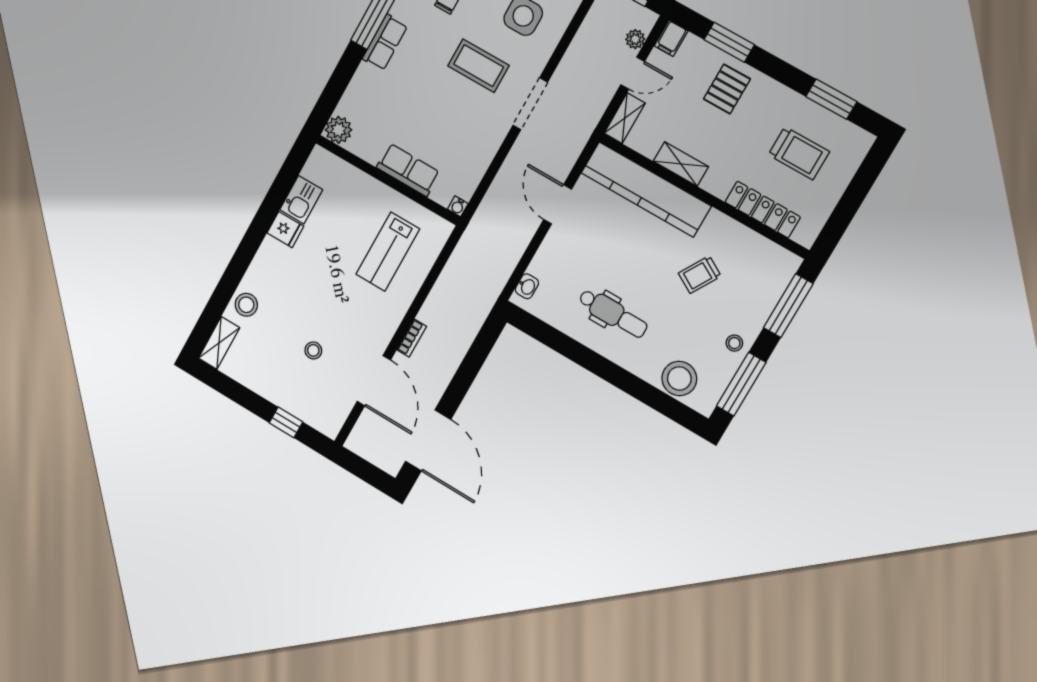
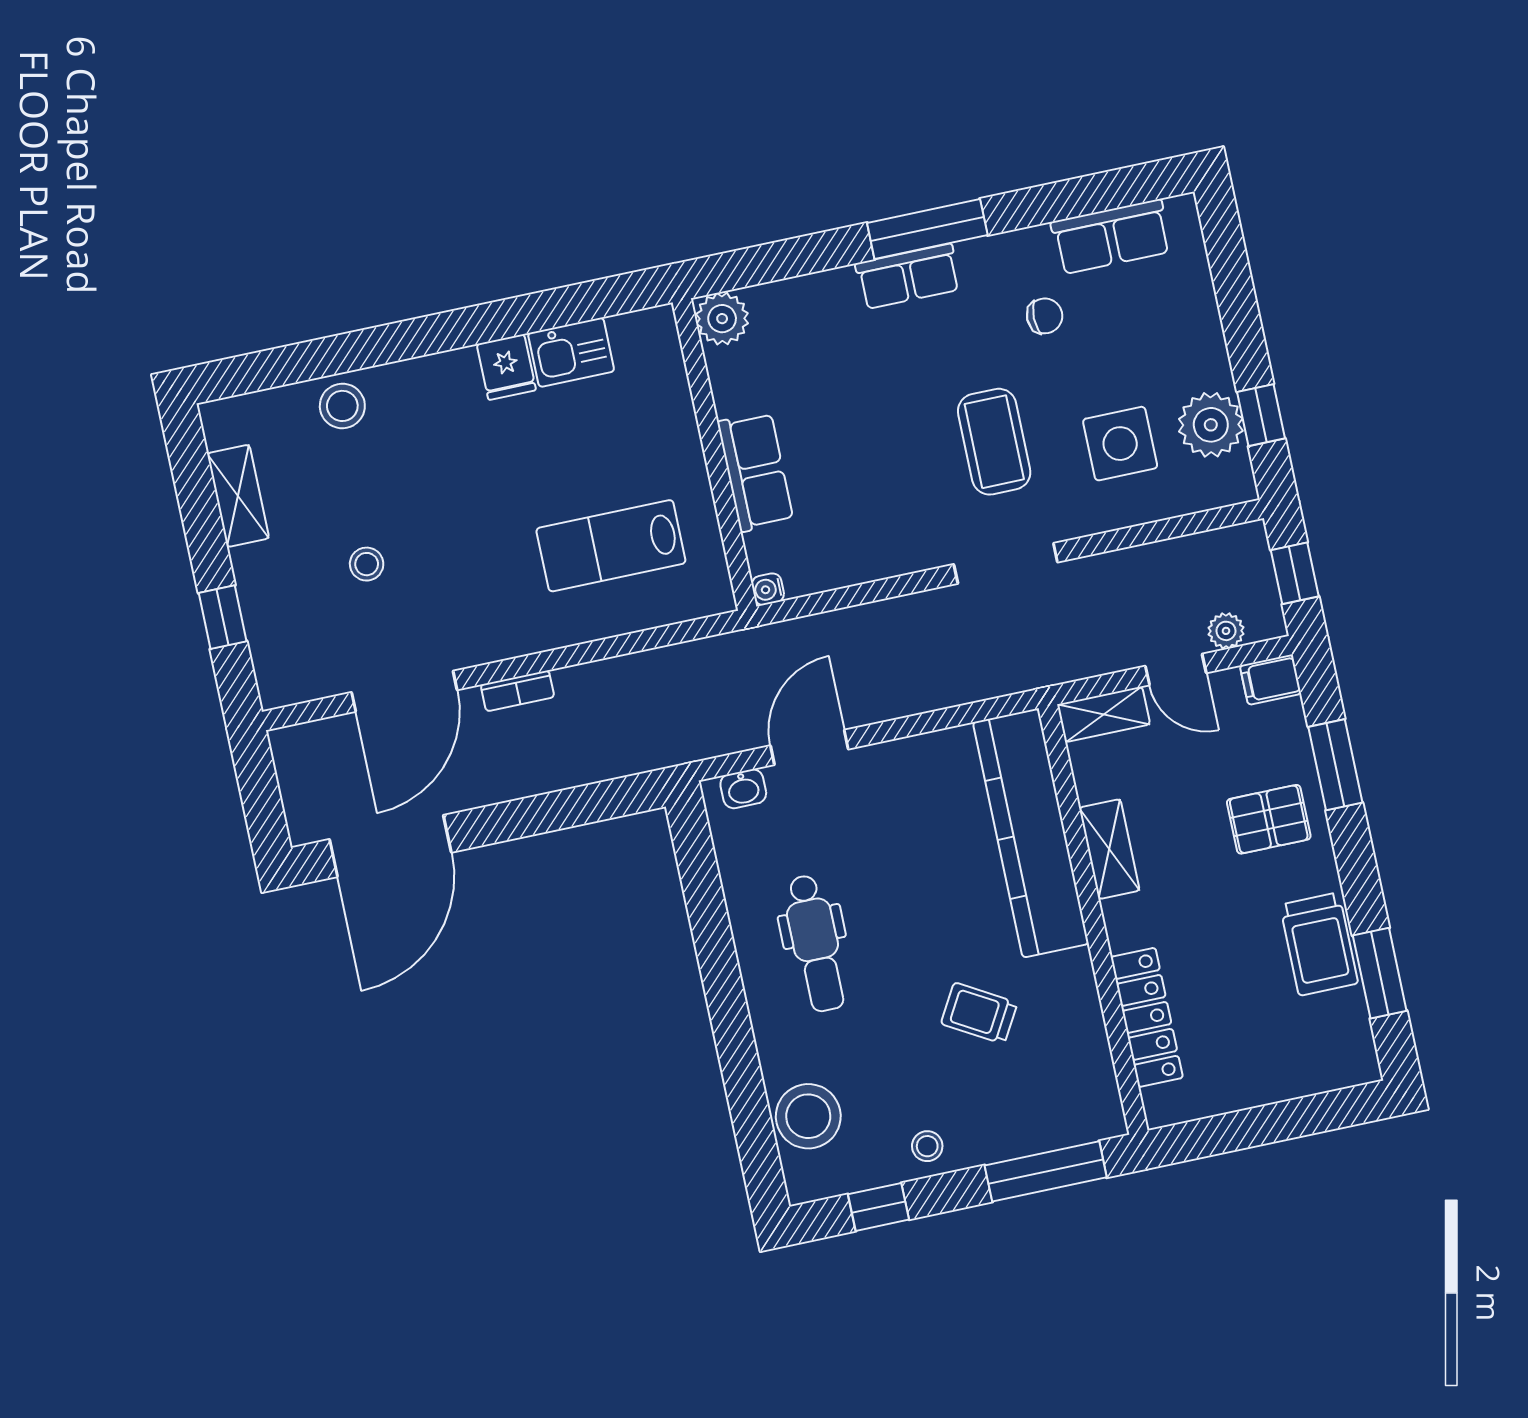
trolley: (799, 153) -> (1319, 944), moved
door: (558, 204) -> (809, 747), moved
shelving: (219, 343) -> (238, 496), moved, turned 90
window: (741, 384) -> (878, 1207), width x0.46

